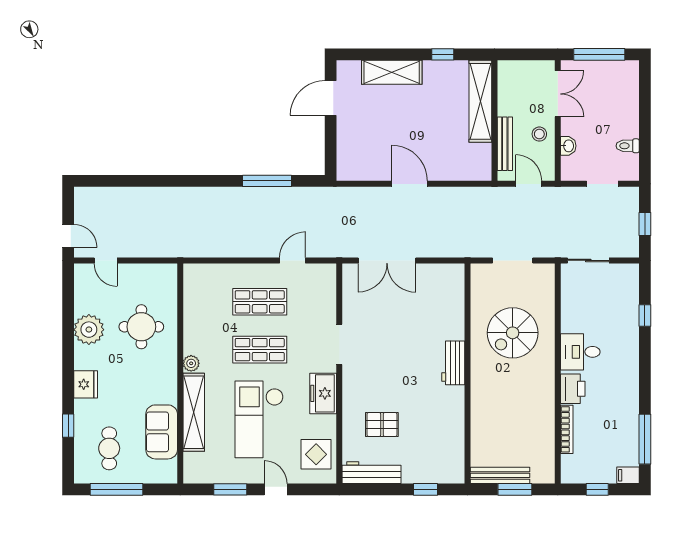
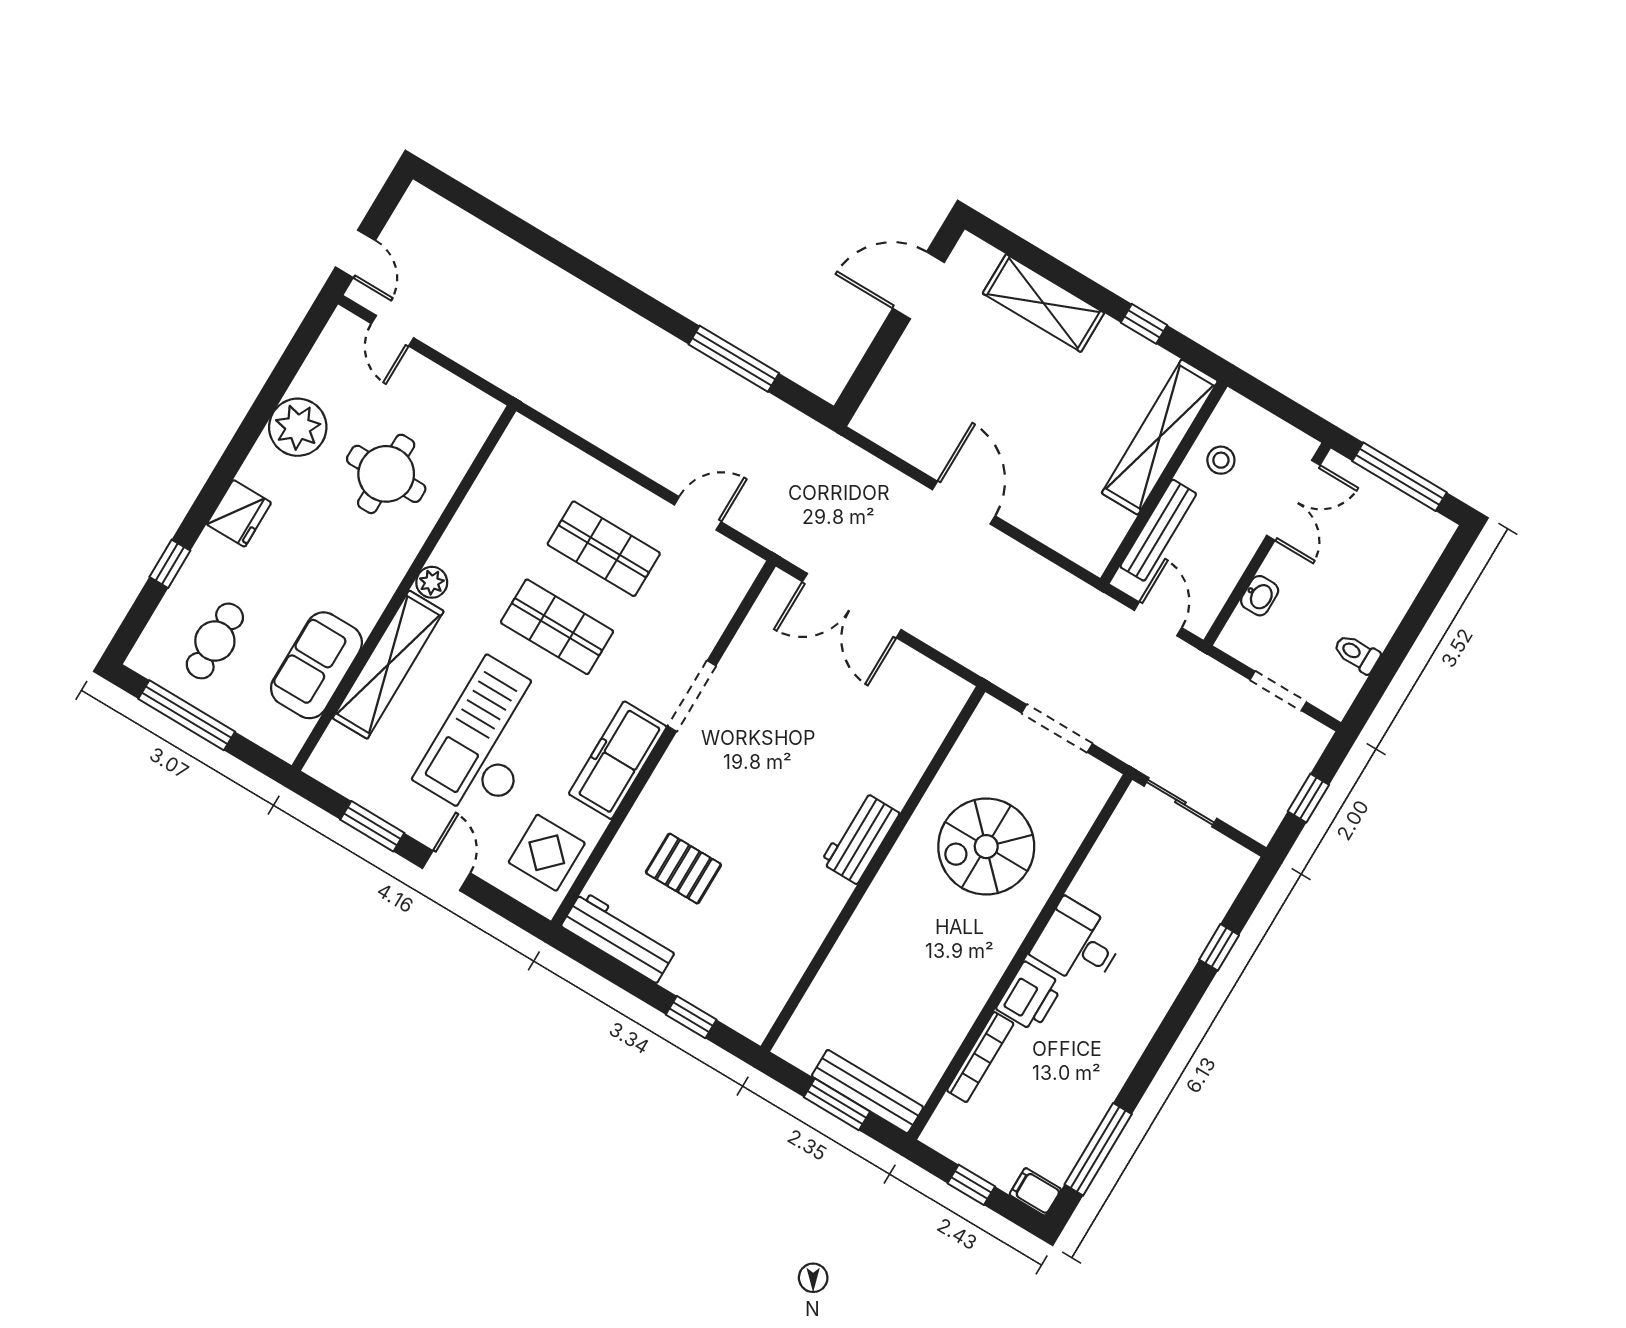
stool: (539, 134) -> (1221, 460), moved
freezer: (323, 393) -> (618, 760), width x1.40
bench: (500, 475) -> (868, 1092), moved

